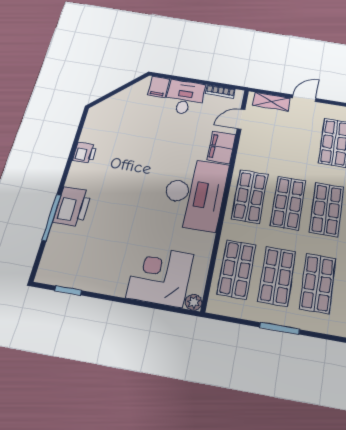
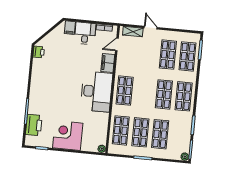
door: (304, 98) -> (151, 28), hinge flipped
printer: (85, 153) -> (39, 52), moved
shop shelf: (288, 203) -> (144, 92), removed
printer: (72, 207) -> (34, 125), moved
corner desk: (160, 276) -> (68, 135), moved

